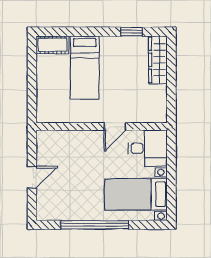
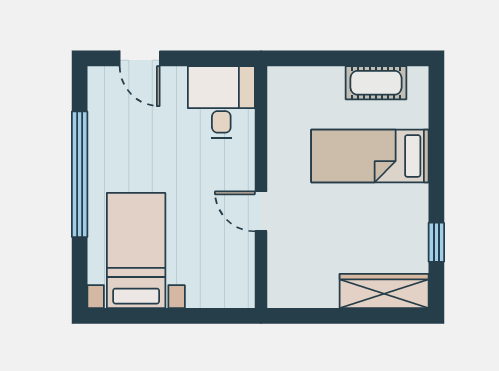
cot: (53, 45) -> (376, 83), moved, turned 90
desk: (148, 148) -> (221, 102), moved, turned 180
door: (32, 177) -> (140, 58), moved

